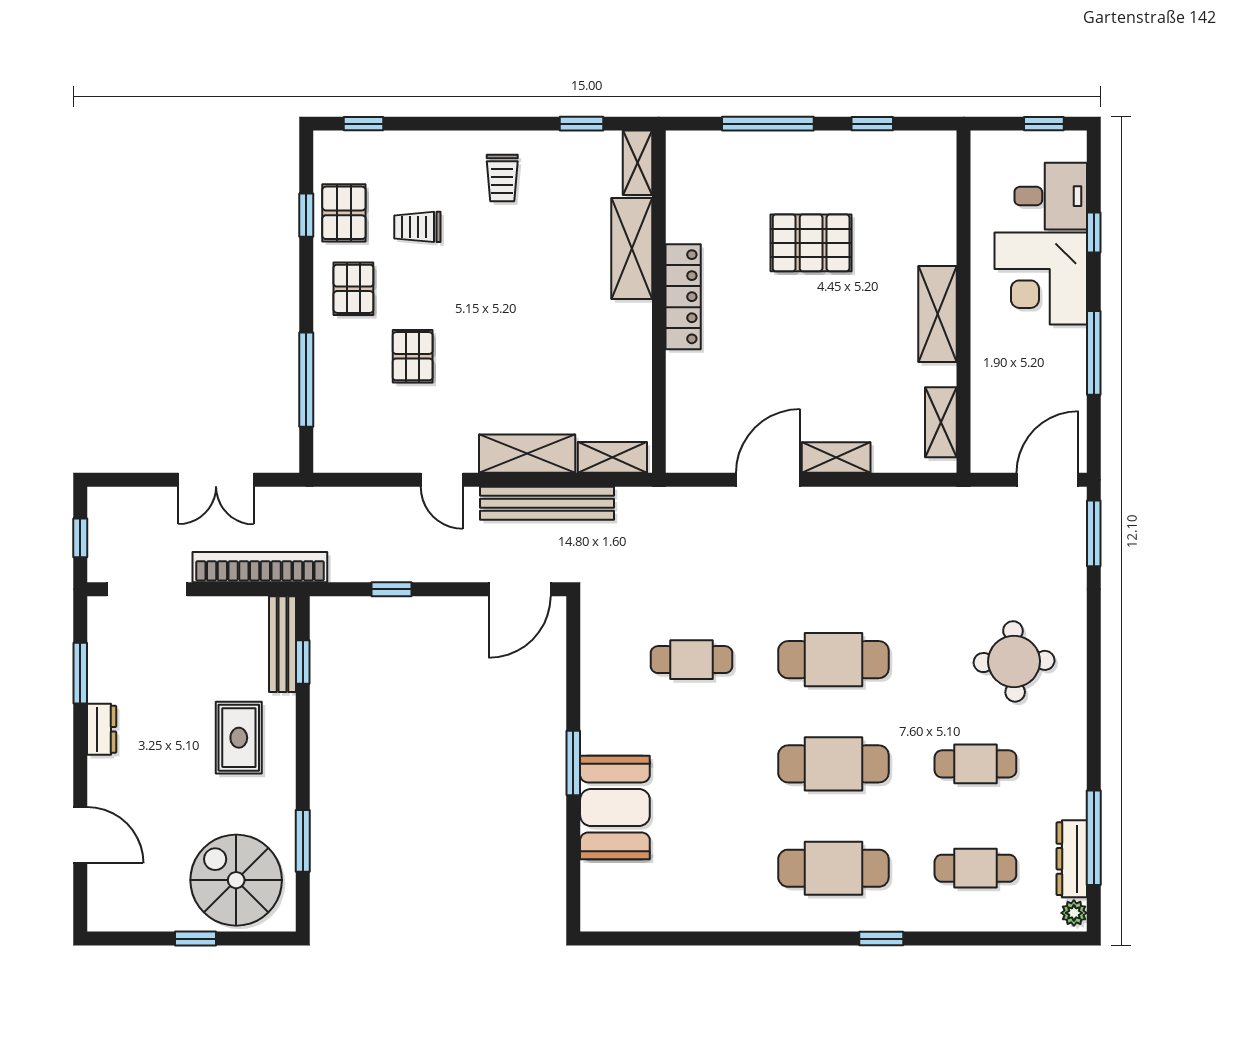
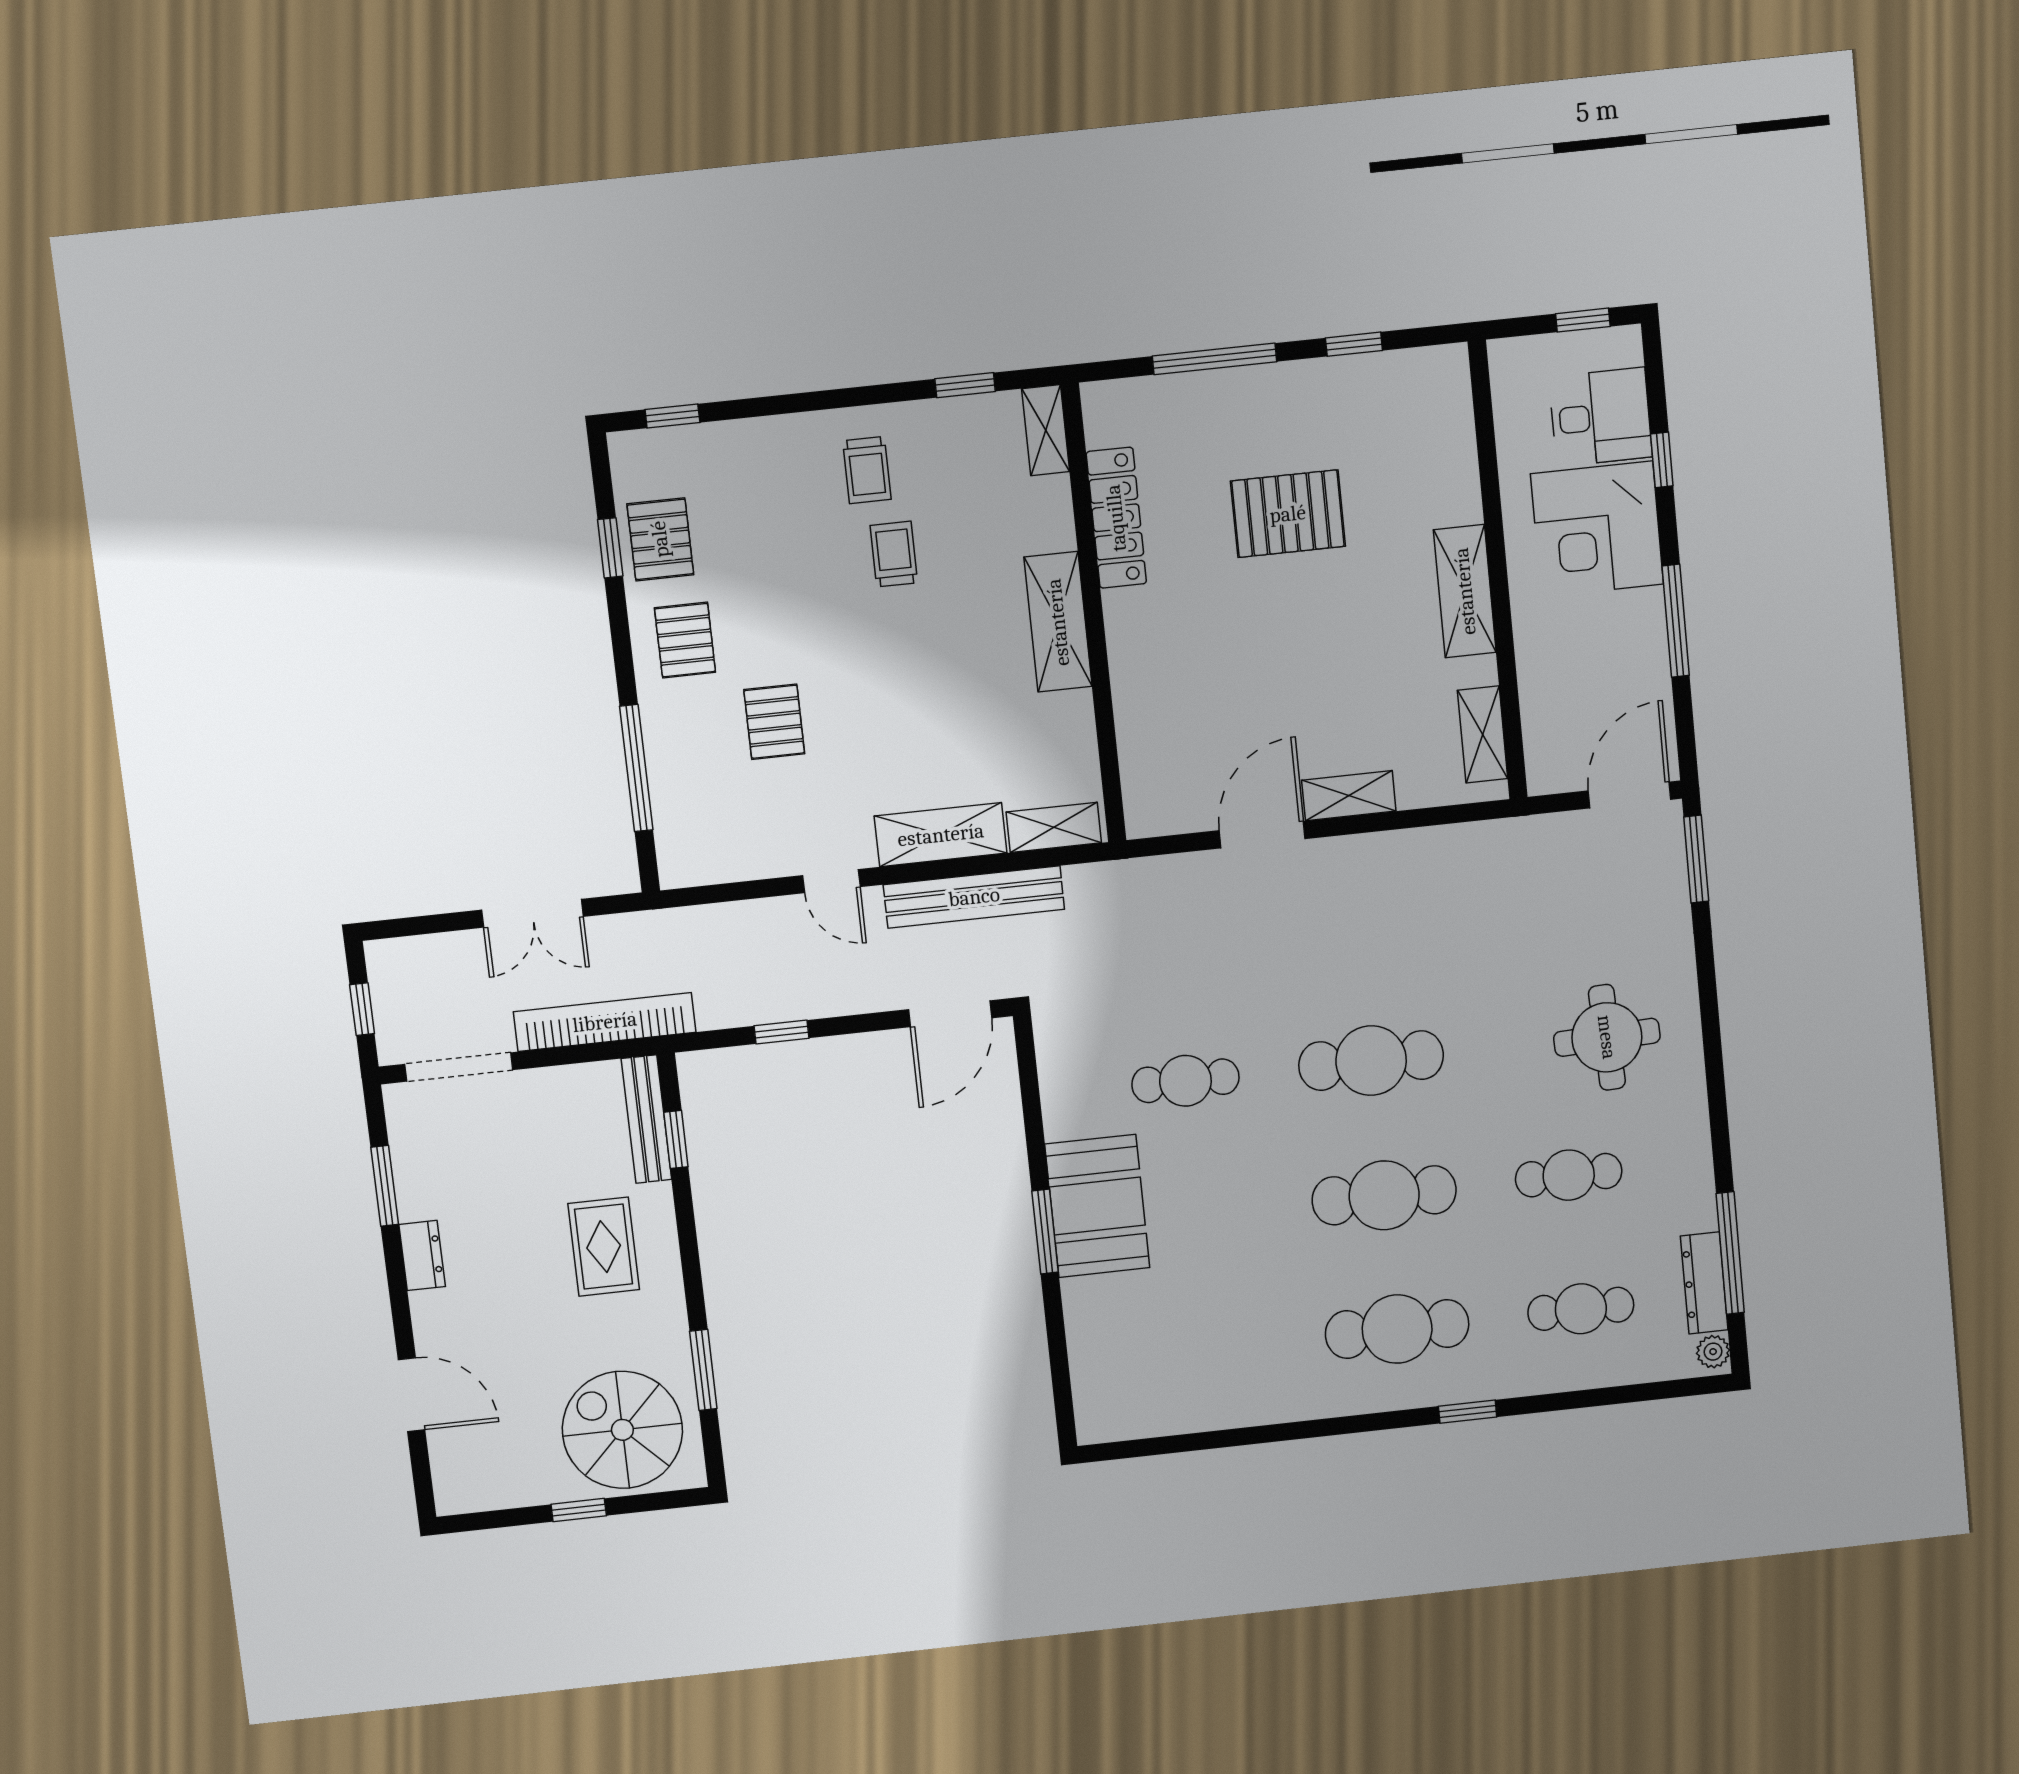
trolley: (417, 227) -> (894, 554), moved, turned 90
shelving: (632, 248) -> (1058, 622), moved
locker: (683, 297) -> (1116, 518), moved
booth: (615, 807) -> (1097, 1206), moved

